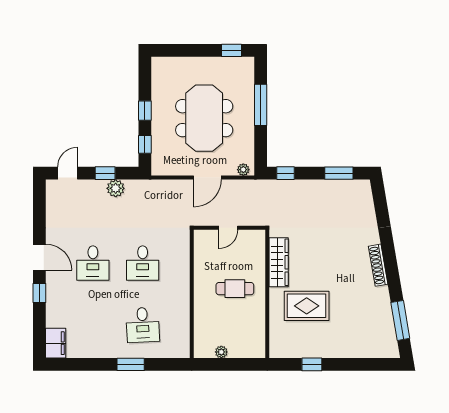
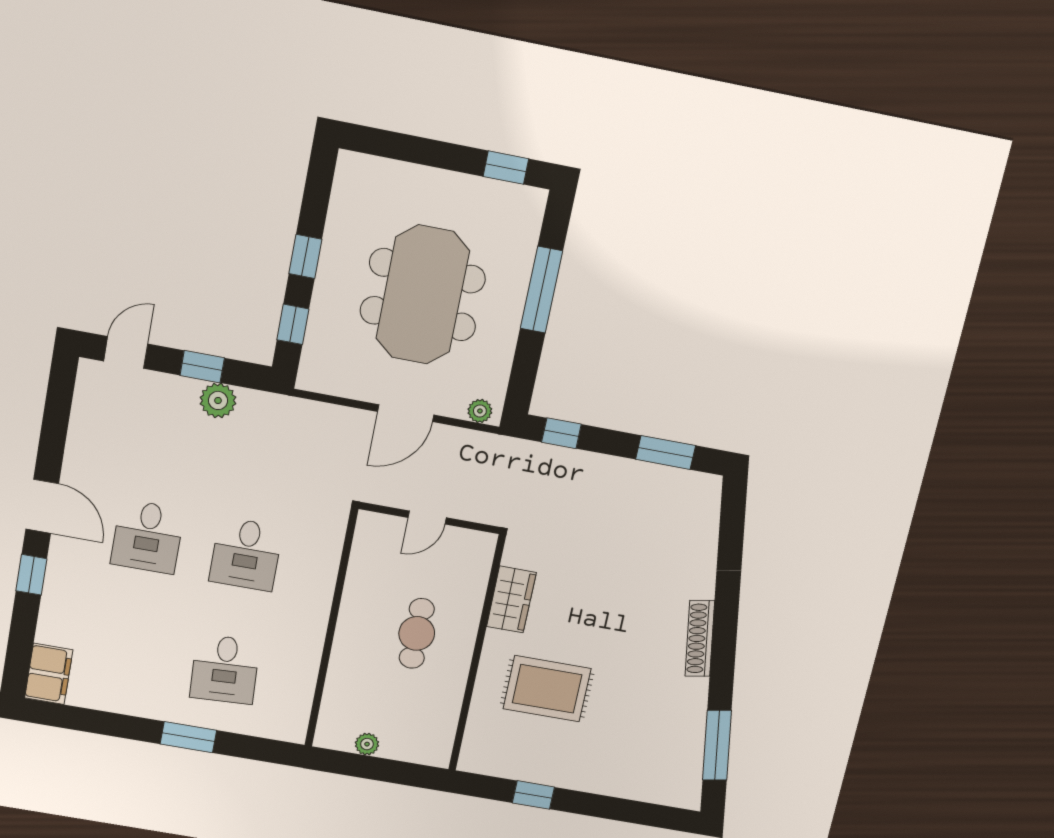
wardrobe: (279, 262) -> (511, 600), width x0.67
cafe table: (235, 289) -> (417, 633), turned 90

